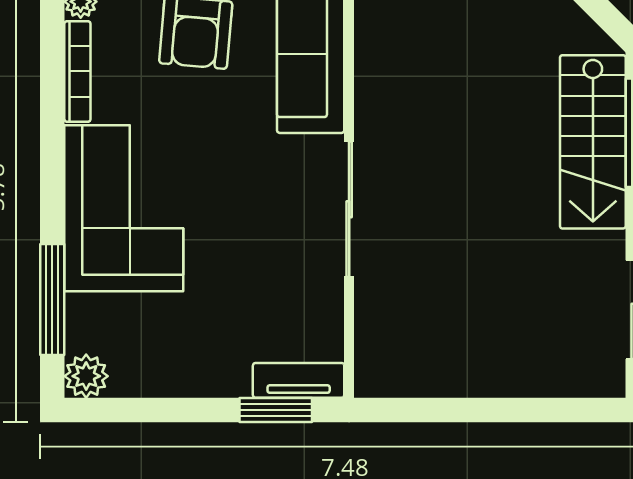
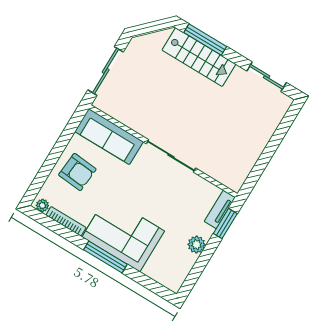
window: (52, 300) -> (105, 257), moved
plant: (86, 376) -> (197, 245), moved

